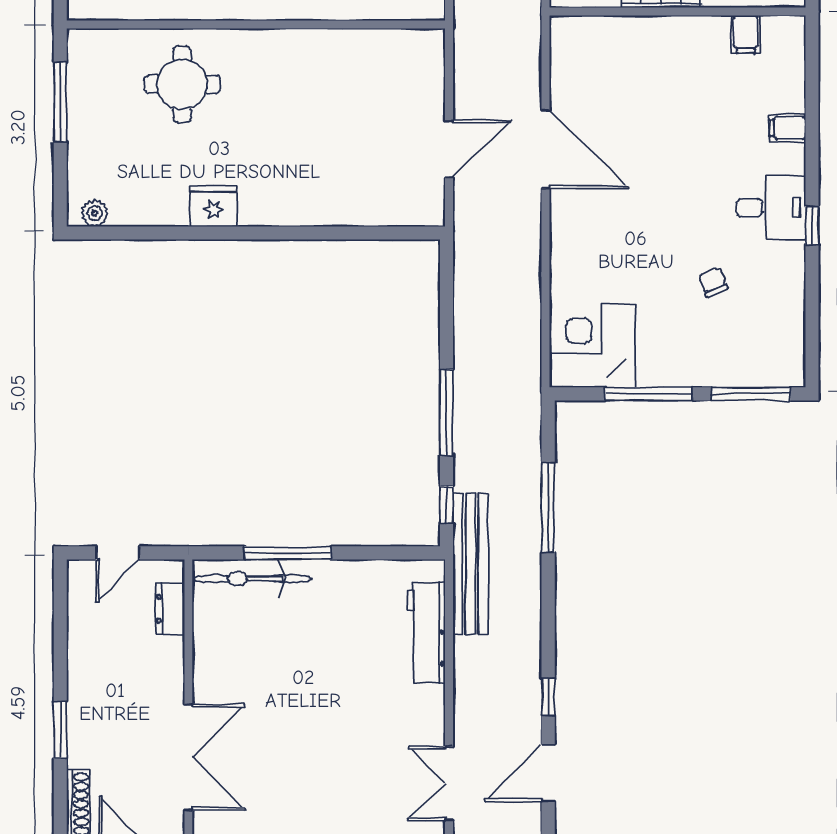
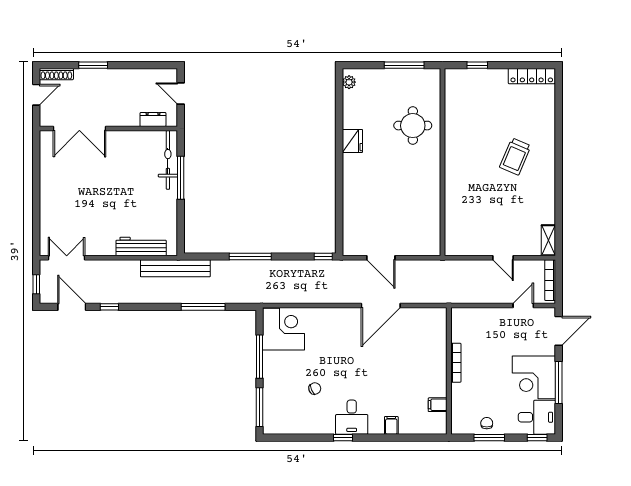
window: (446, 505) -> (323, 256), moved

